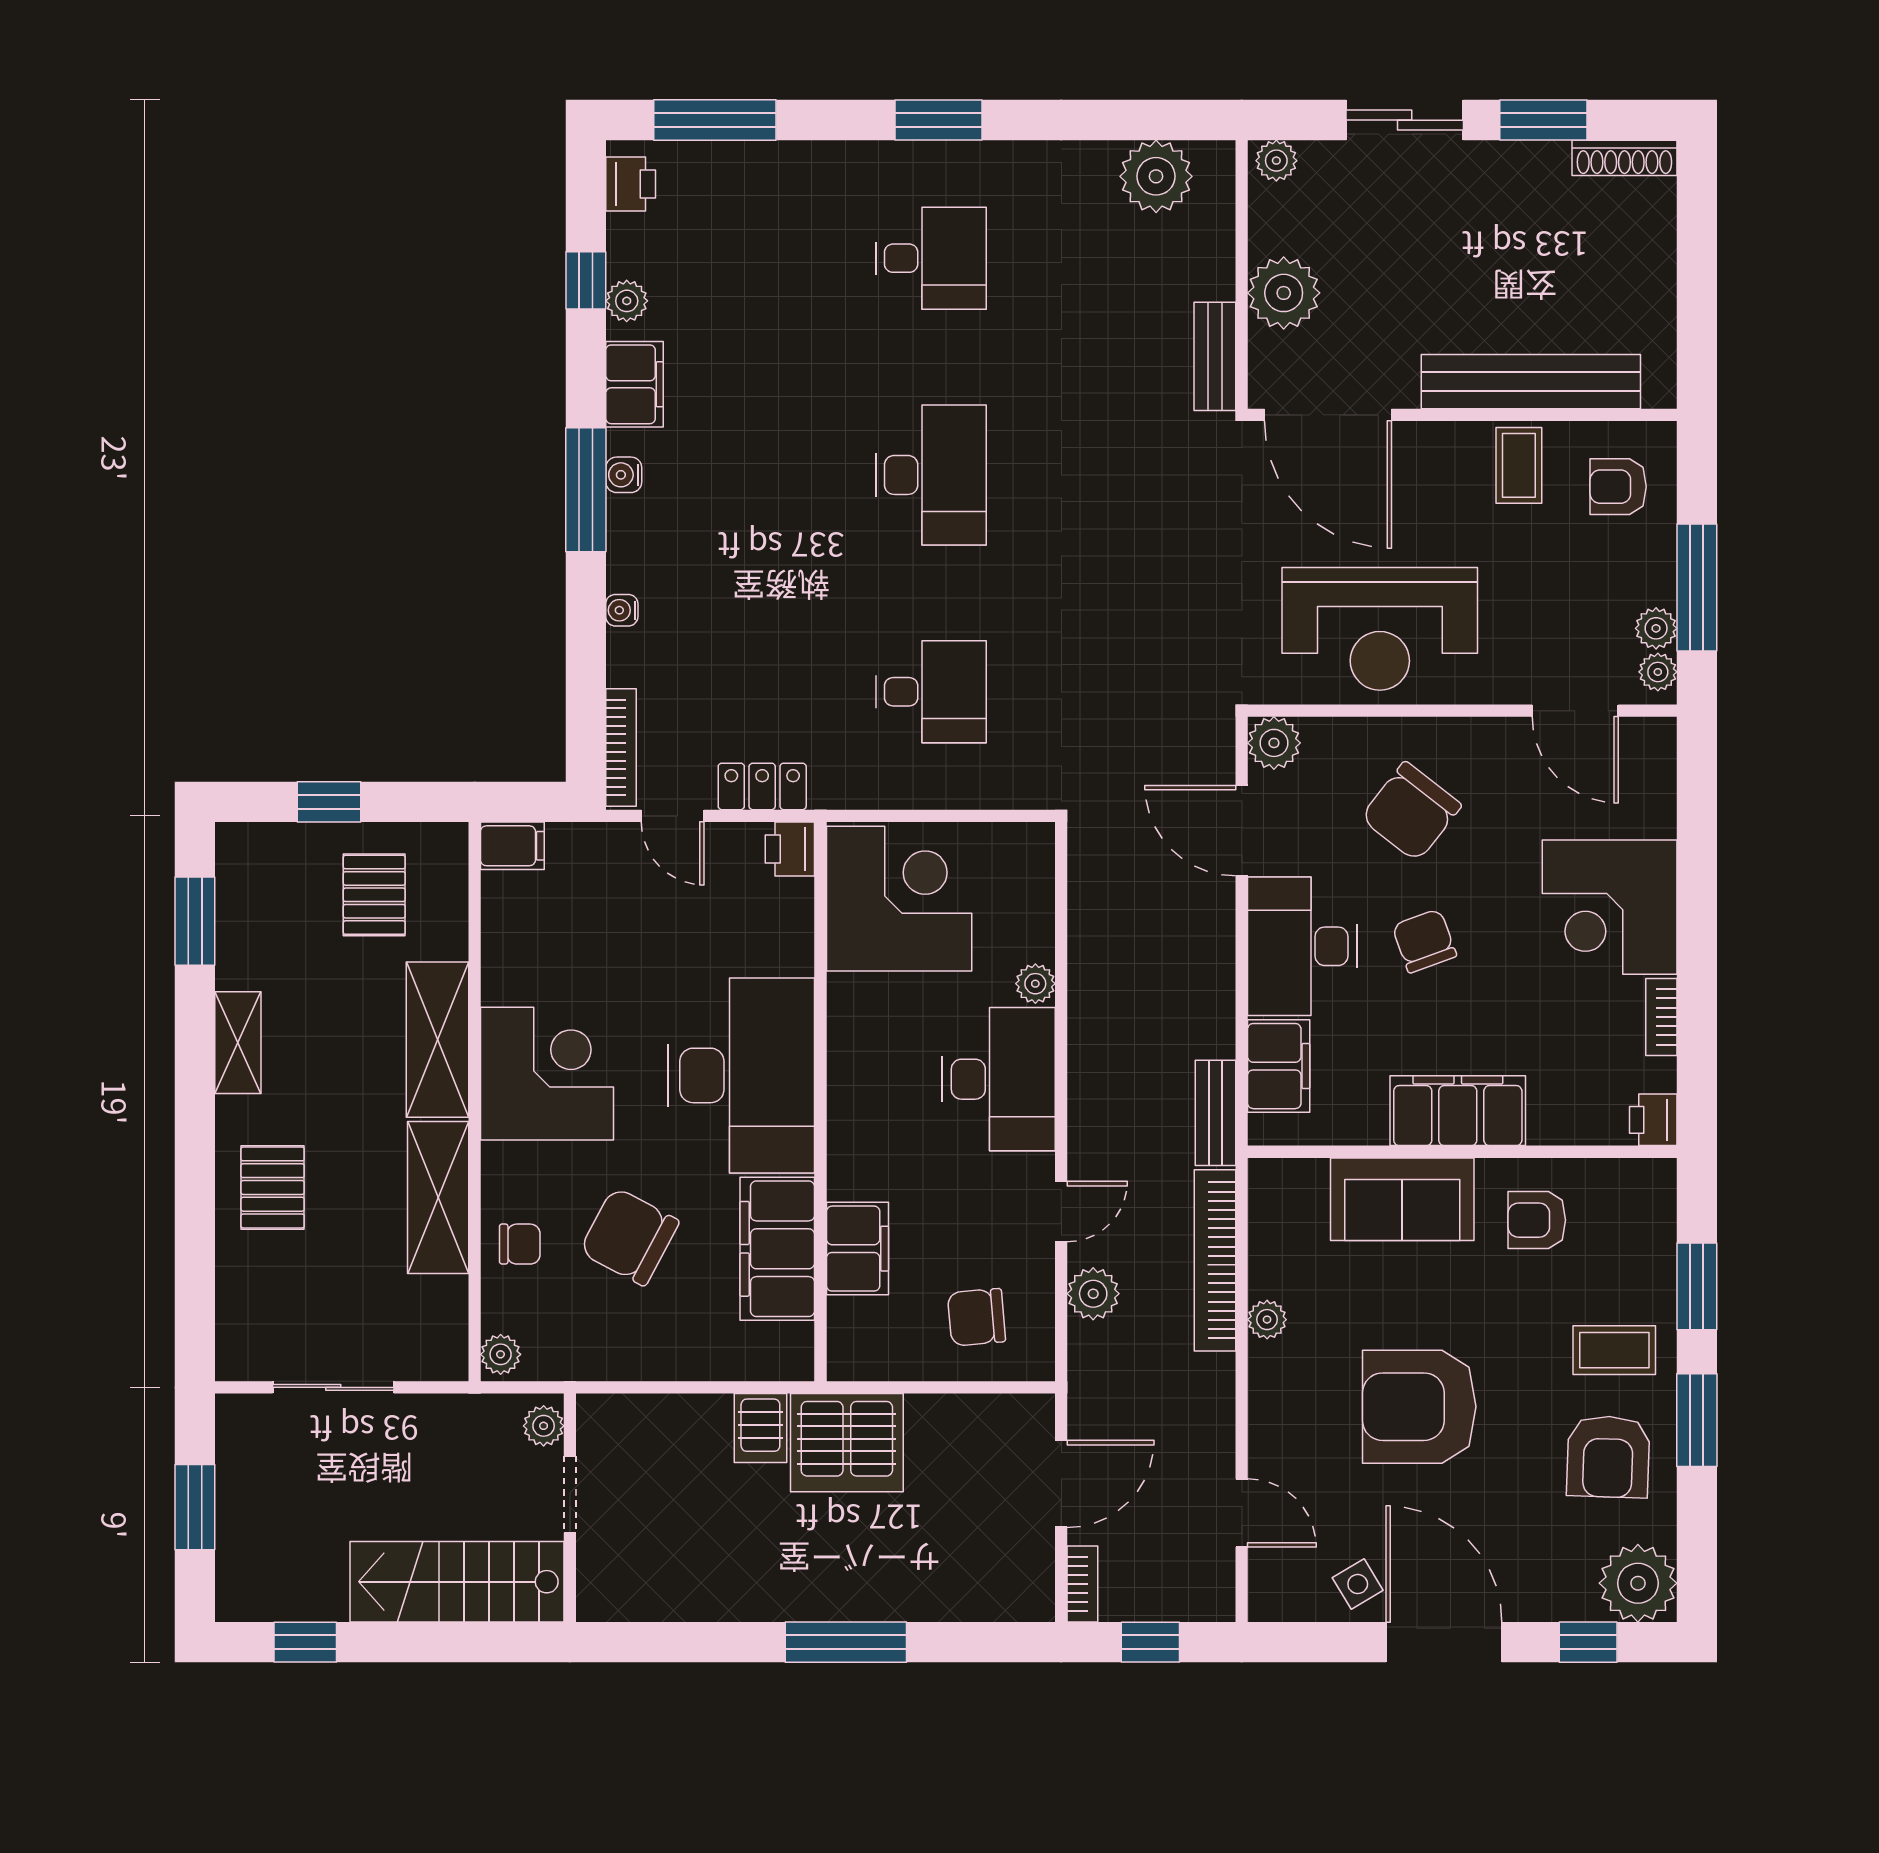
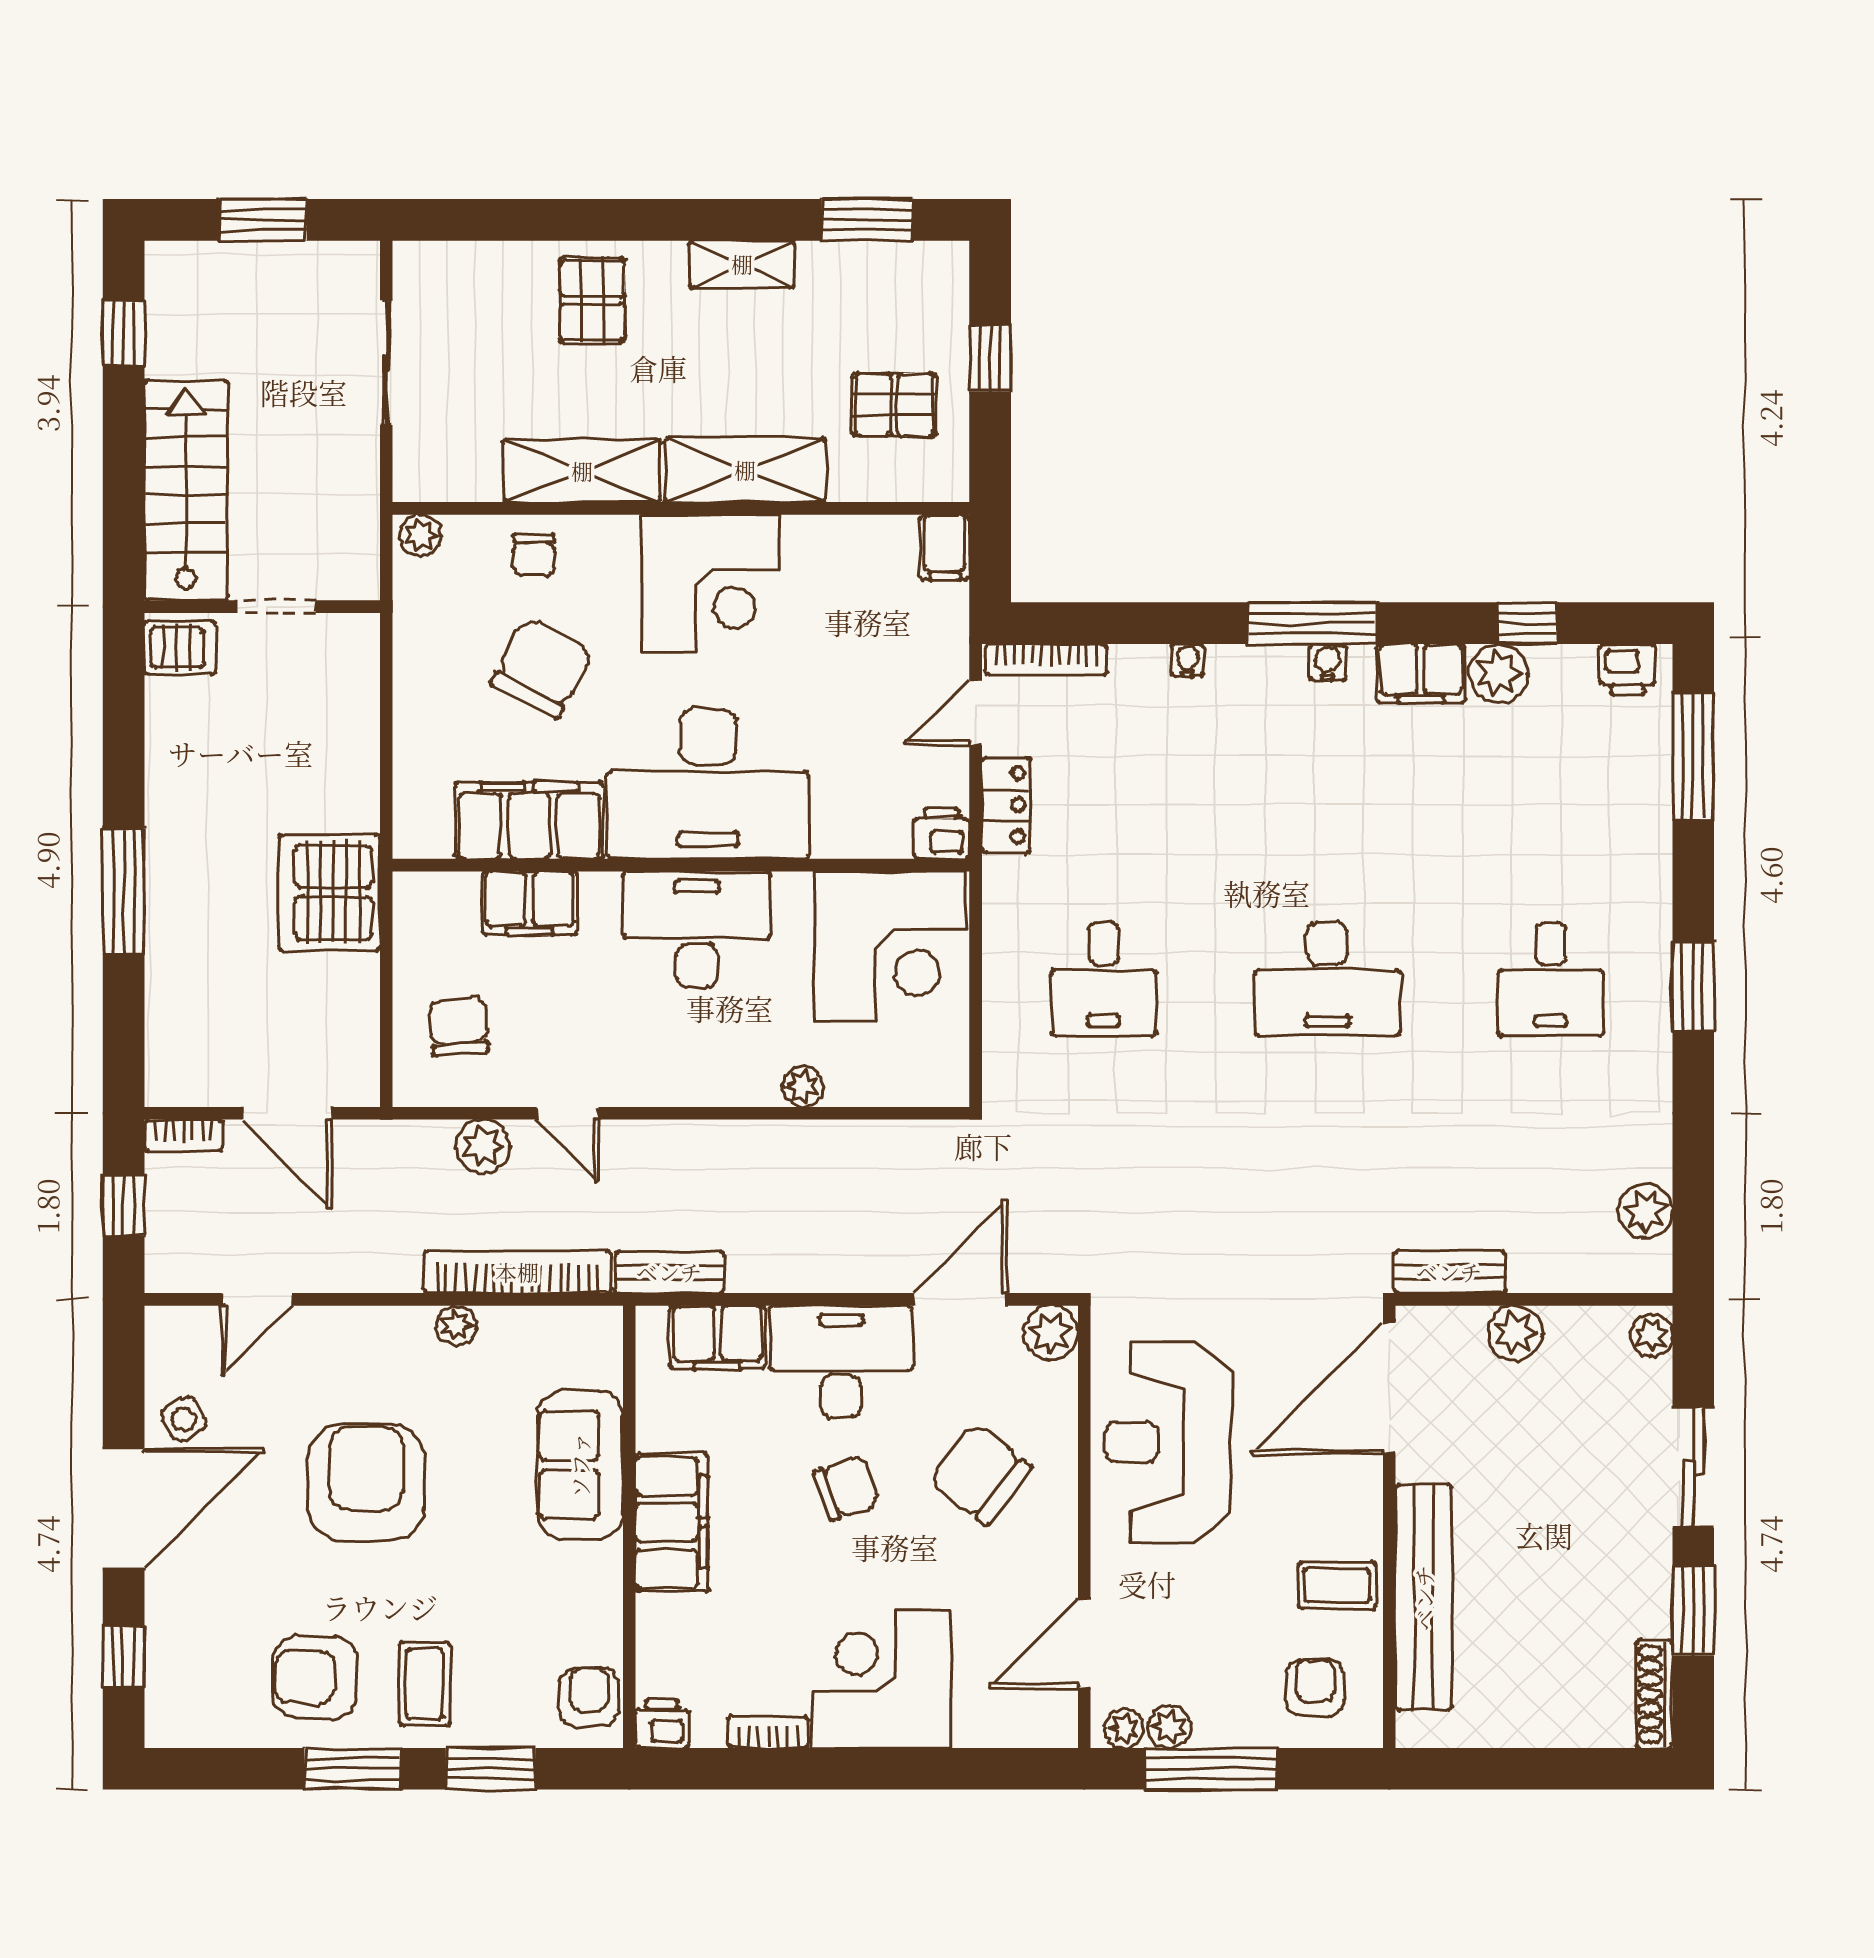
plant: (1156, 176) -> (1645, 1211), width x0.73, depth x0.73
plant: (1284, 293) -> (1515, 1333), width x0.73, depth x0.73
plant: (627, 301) -> (1499, 673), width x1.38, depth x1.38
desk: (999, 1079) -> (697, 929), moved, turned 180
pallet: (273, 1187) -> (592, 300), turned 90
armchair: (1537, 1220) -> (589, 1697), moved
plant: (544, 1426) -> (347, 580), removed
server rack: (760, 1428) -> (180, 648), moved, turned 180
plant: (1638, 1583) -> (184, 1708), removed

